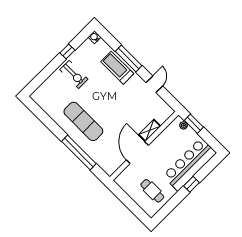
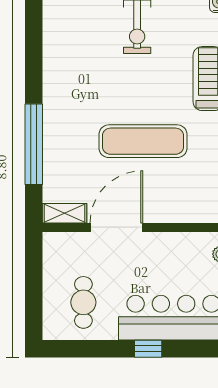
exercise mat: (83, 121) -> (143, 141), moved, turned 90
shelving: (150, 130) -> (64, 213), moved

